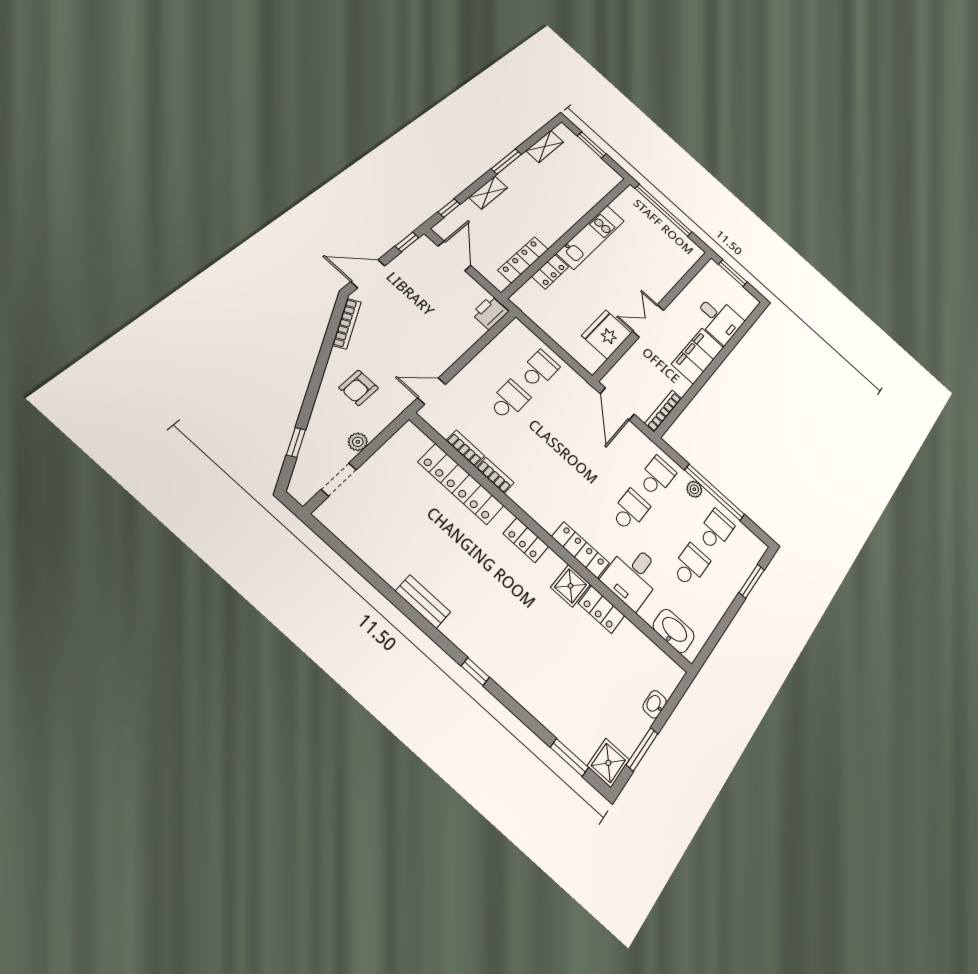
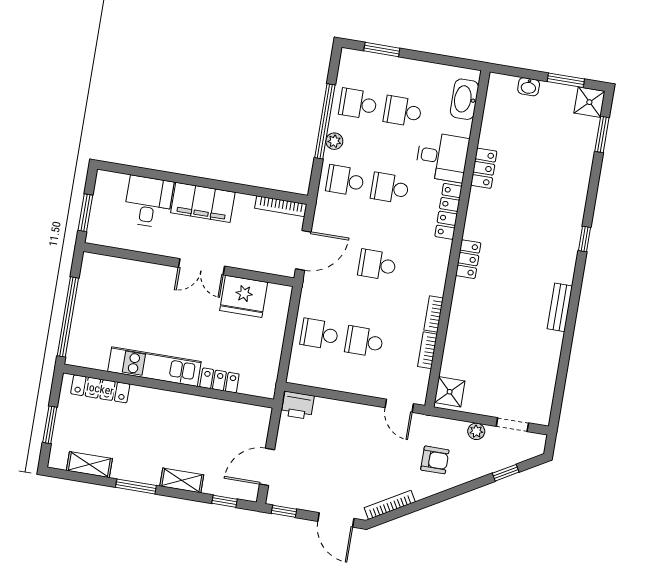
locker: (523, 260) -> (100, 389), moved
school desk: (570, 455) -> (377, 265), added
locker: (461, 484) -> (458, 336), removed
shower: (571, 586) -> (450, 392), moved

